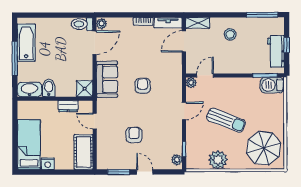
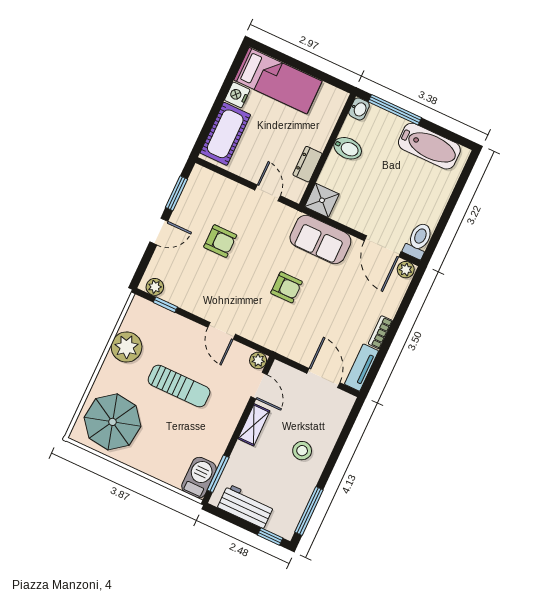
shelving: (198, 23) -> (254, 425), moved
window: (287, 45) -> (270, 536), moved
window: (15, 58) -> (395, 110), moved
washbasin: (29, 89) -> (359, 109), width x0.52, depth x0.69
sun lounger: (226, 120) -> (179, 386), turned -111
door: (95, 121) -> (268, 193), hinge flipped
cot: (83, 152) -> (225, 134), moved, turned 90

